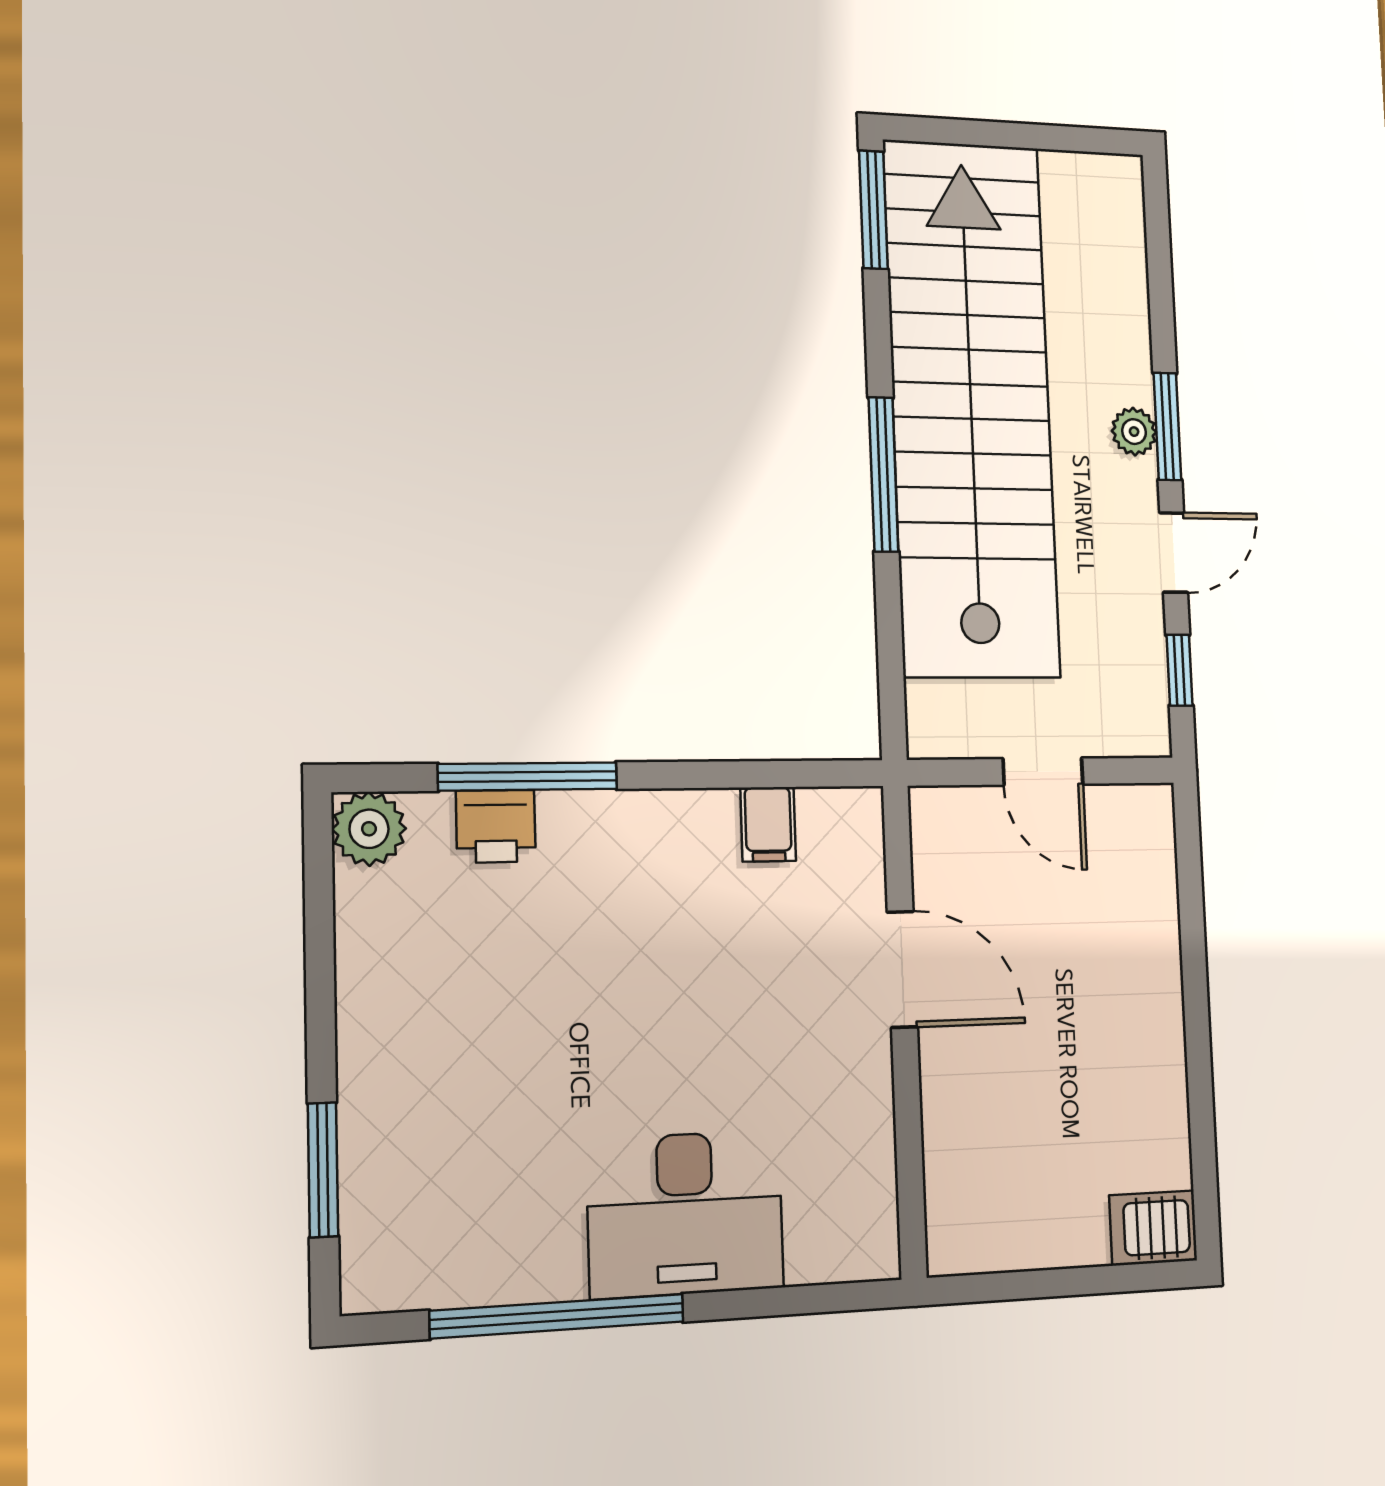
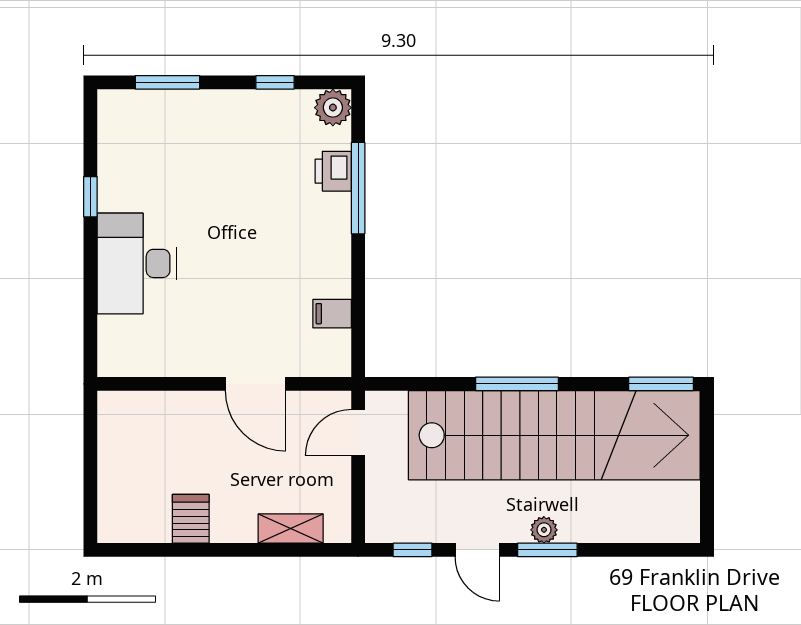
door: (1043, 772) -> (358, 432), moved
shelving: (1154, 896) -> (291, 528), added
window: (320, 948) -> (275, 82), added
door: (902, 969) -> (256, 384), hinge flipped
server rack: (1153, 1228) -> (191, 519), moved
window: (558, 1316) -> (90, 197), width x0.32

